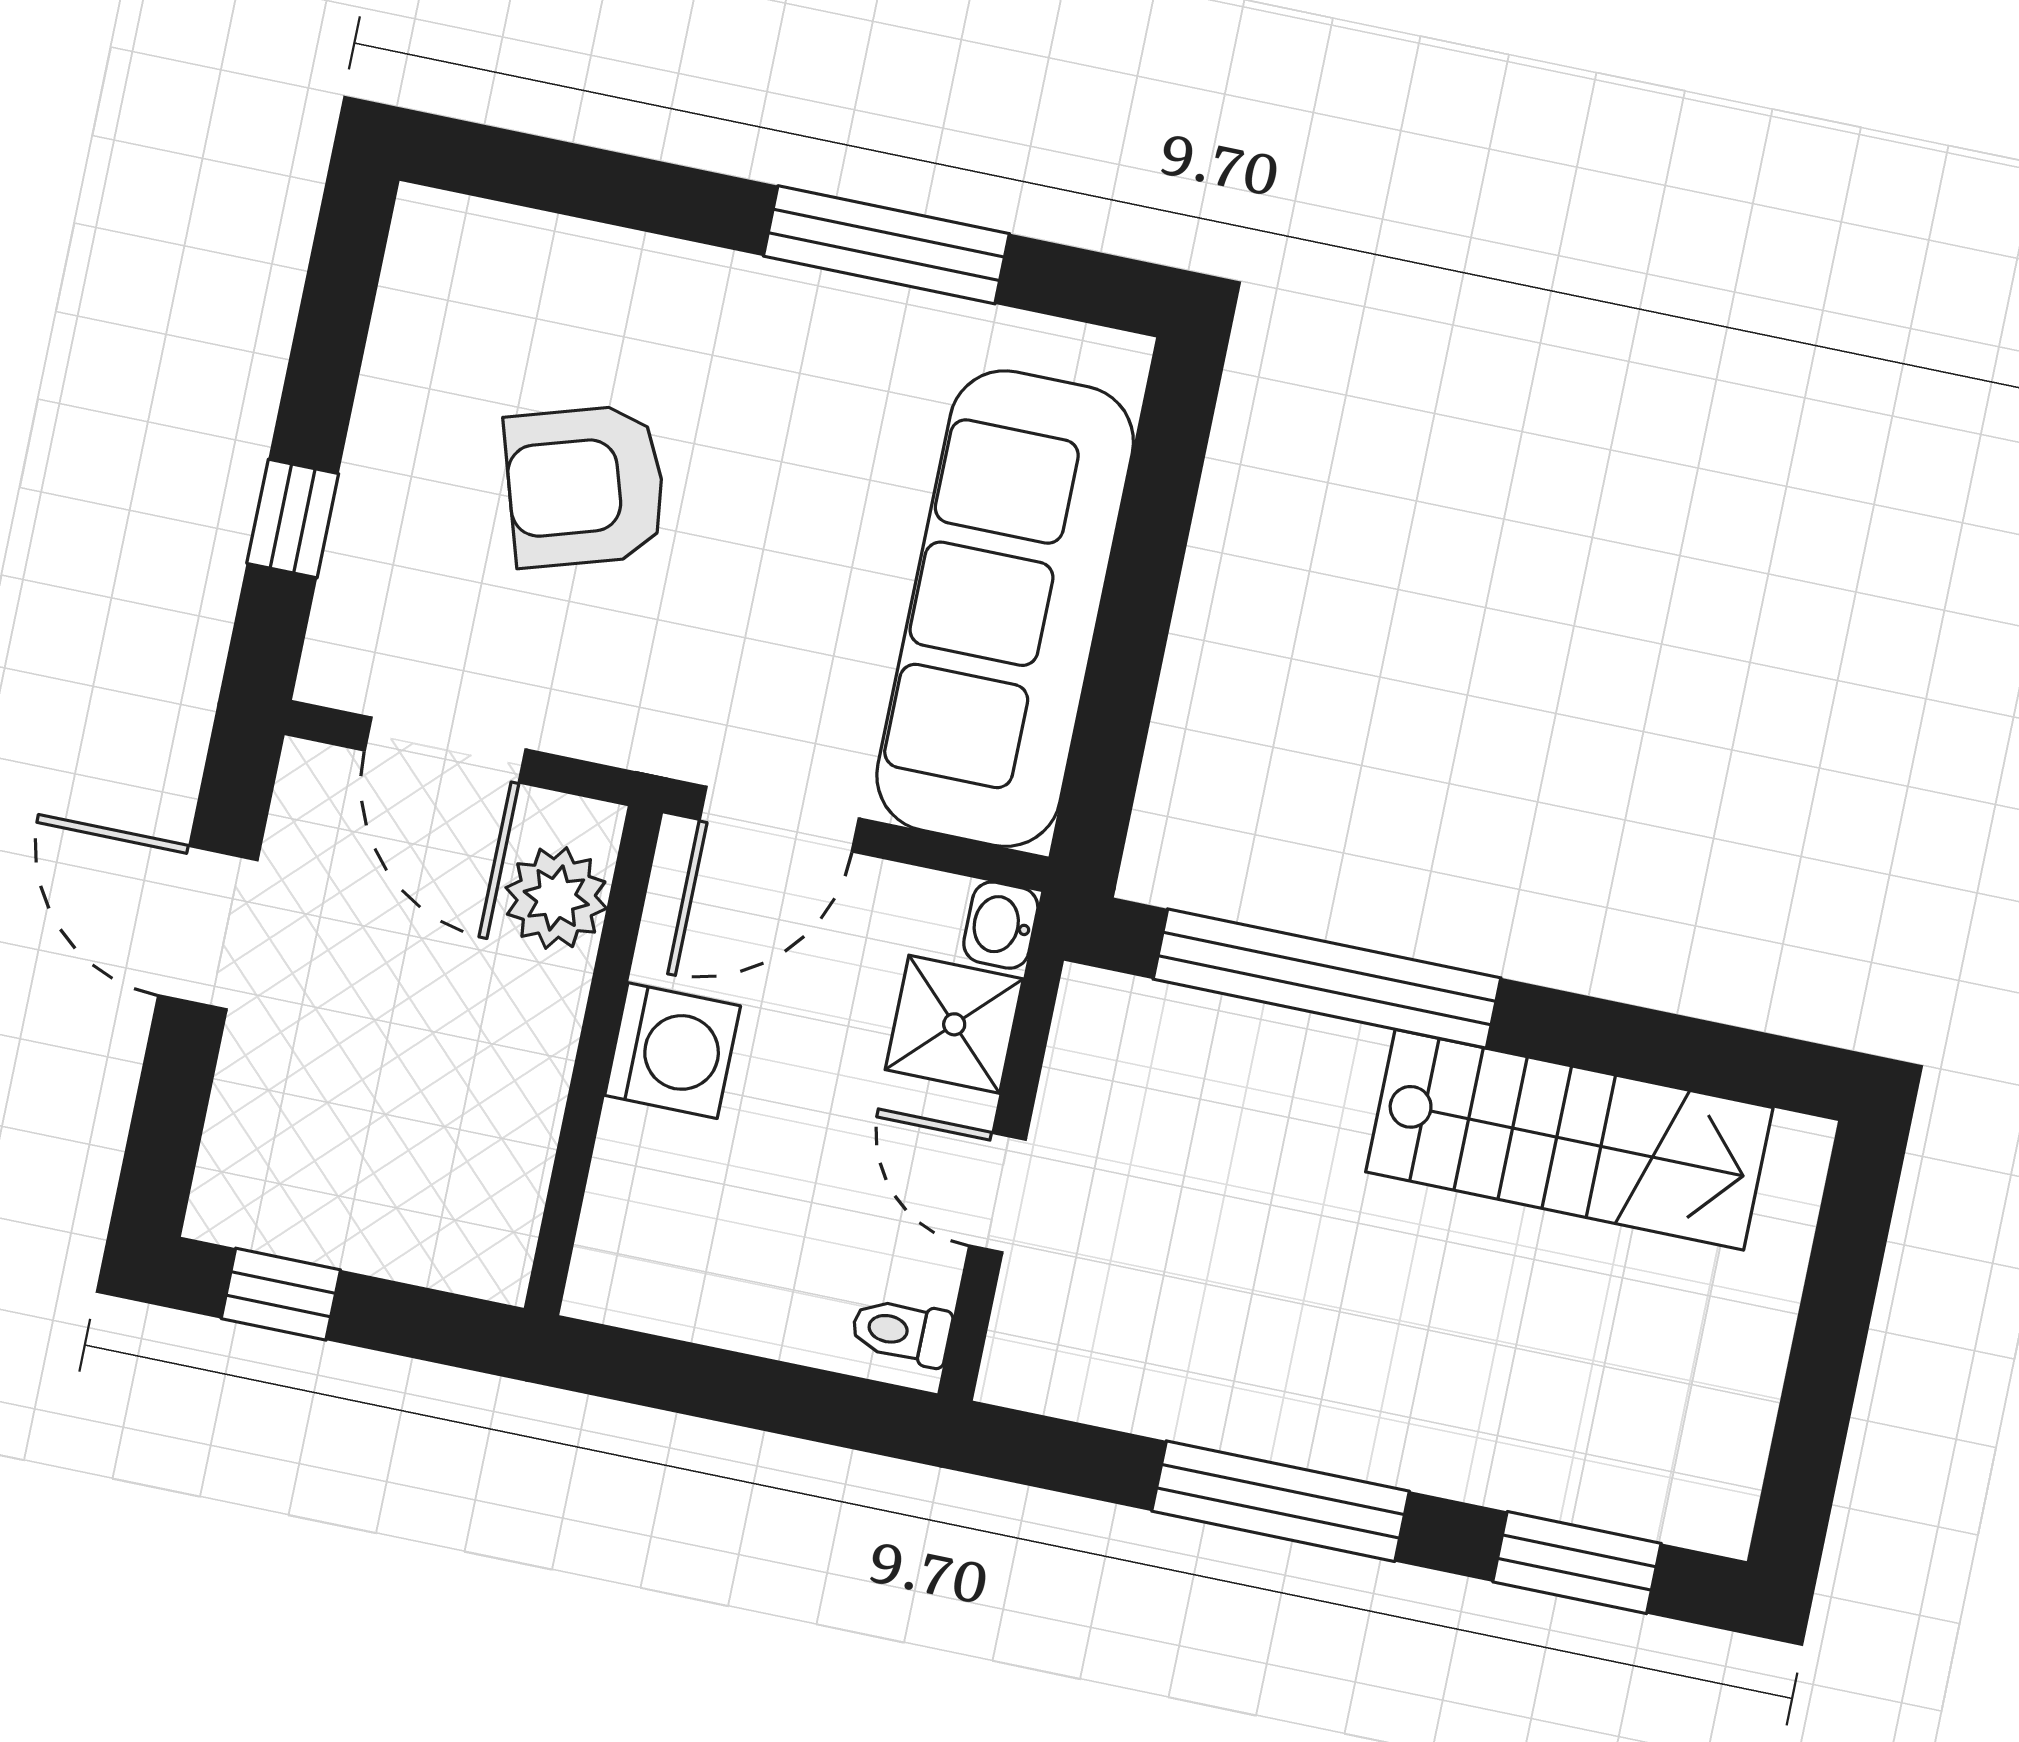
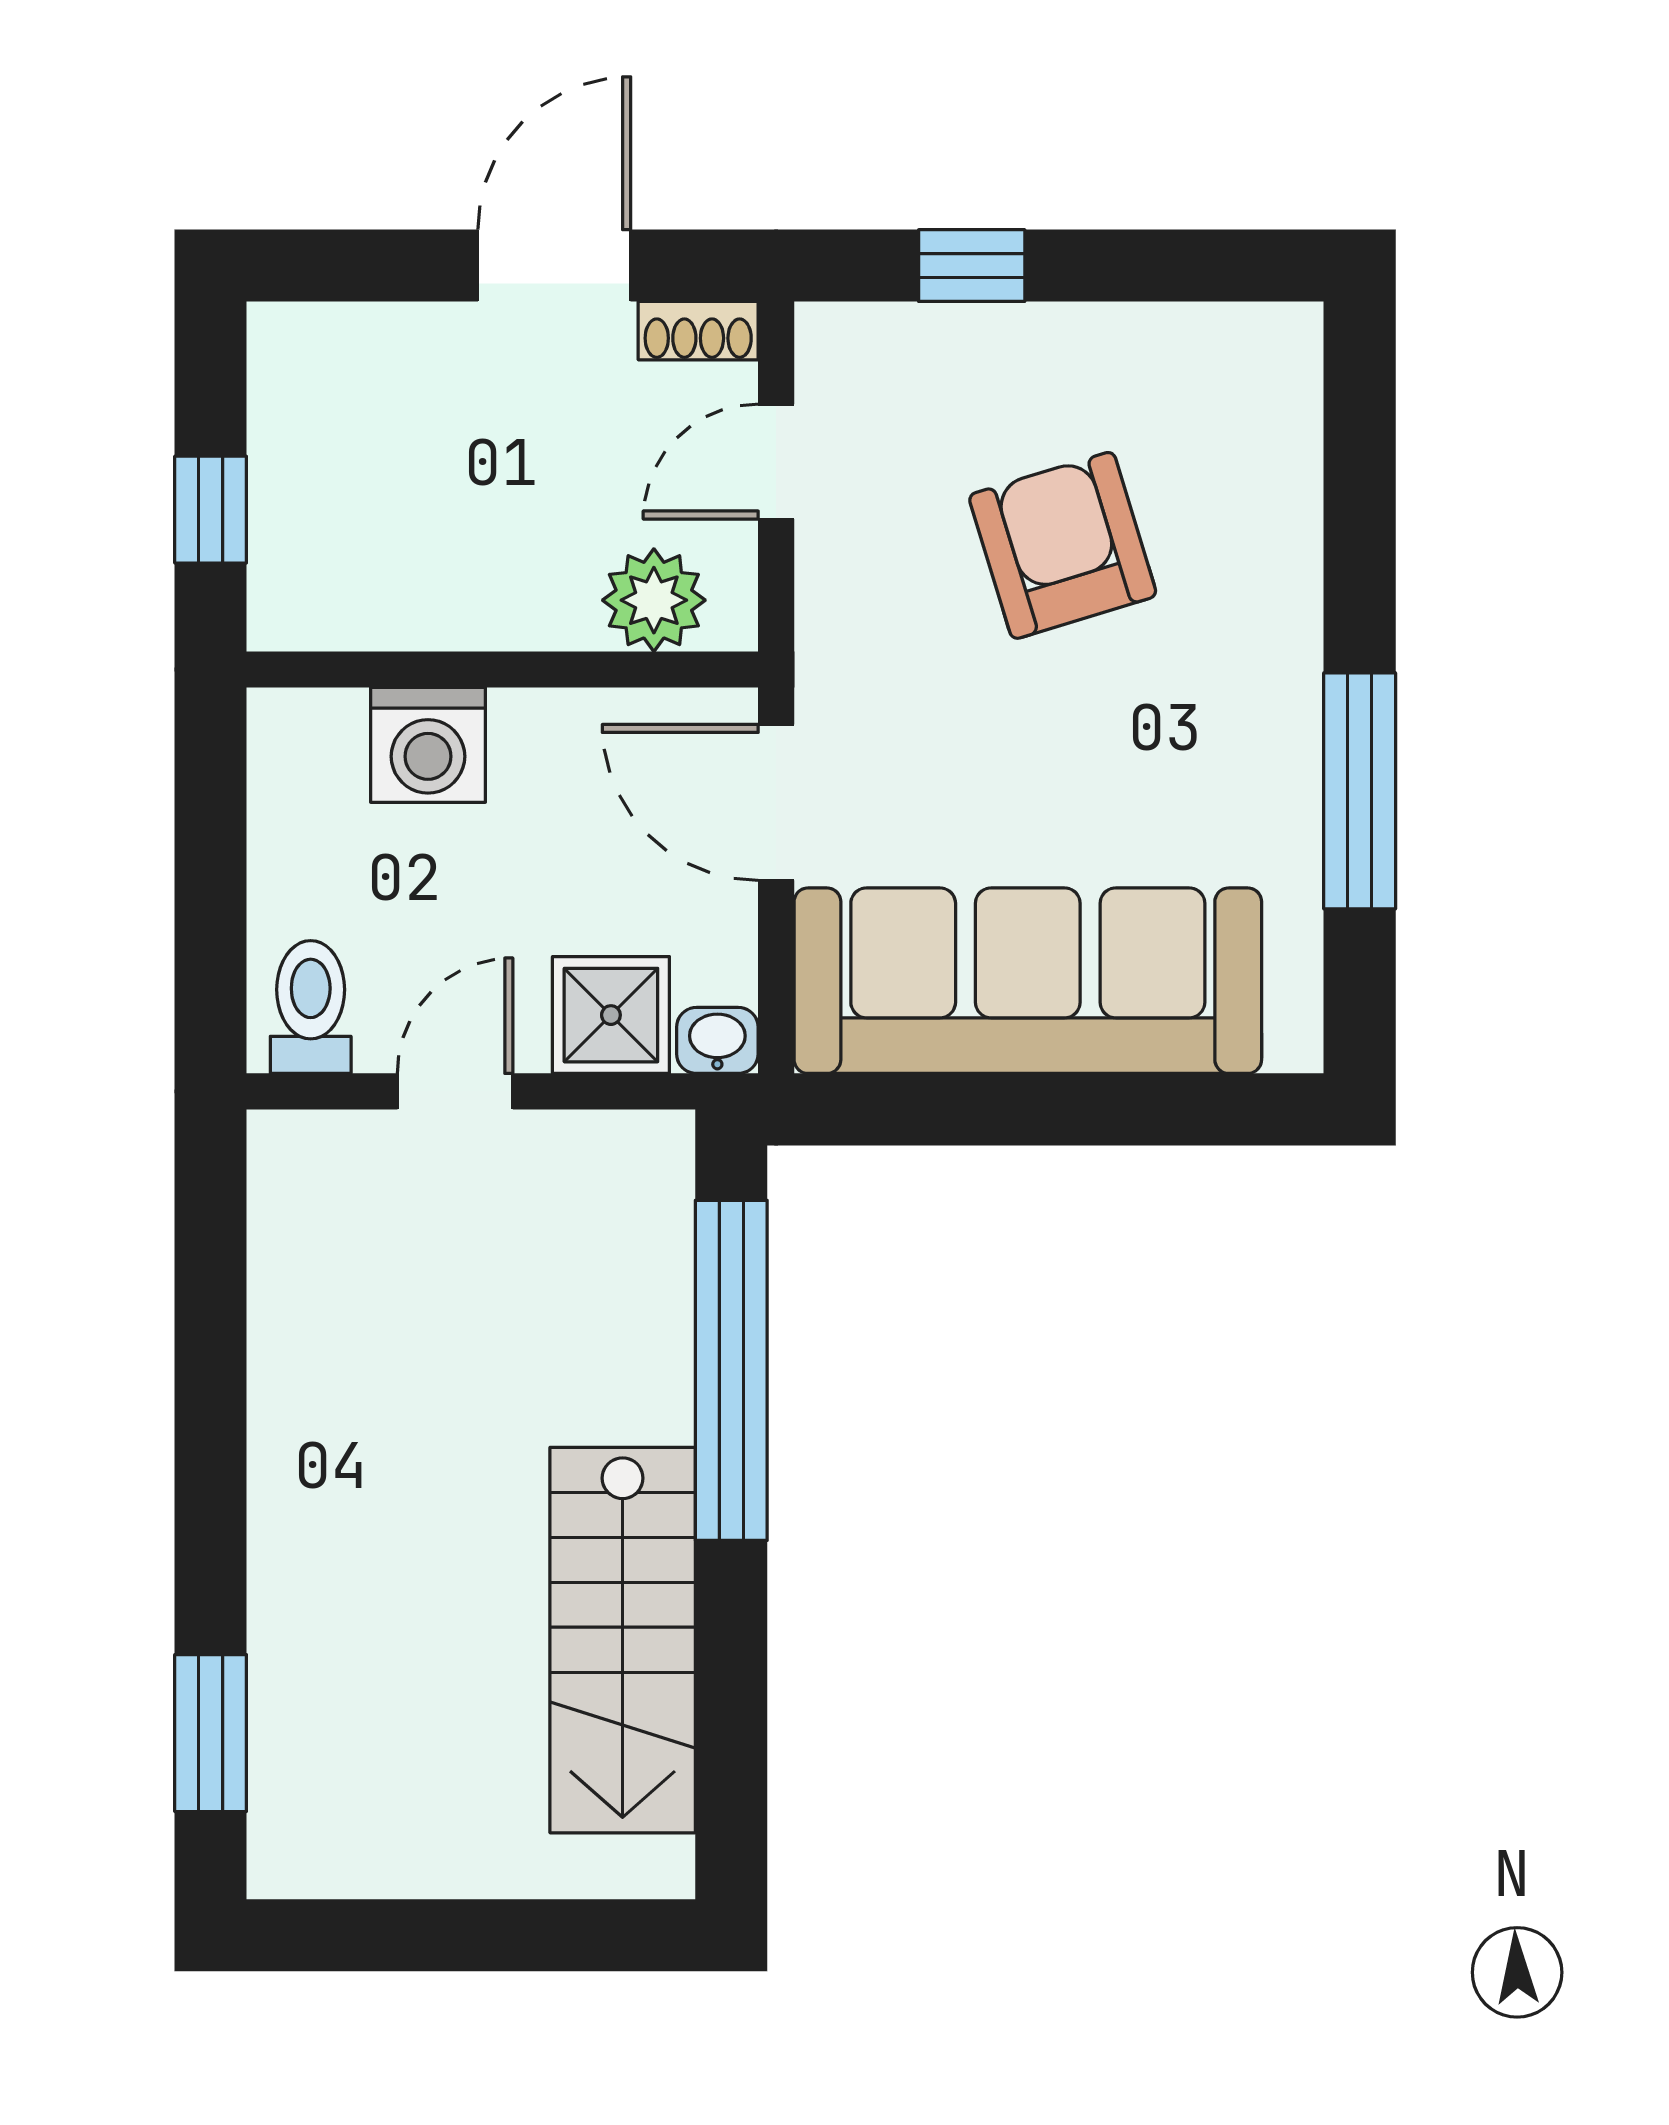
door: (445, 750) -> (776, 462), width x0.73
shoe rack: (301, 800) -> (698, 331), added
washing machine: (673, 1051) -> (428, 745), moved
window: (281, 1294) -> (211, 510), moved
toilet: (901, 1332) -> (311, 1007), width x1.37, depth x1.39
window: (1281, 1501) -> (211, 1431), removed

